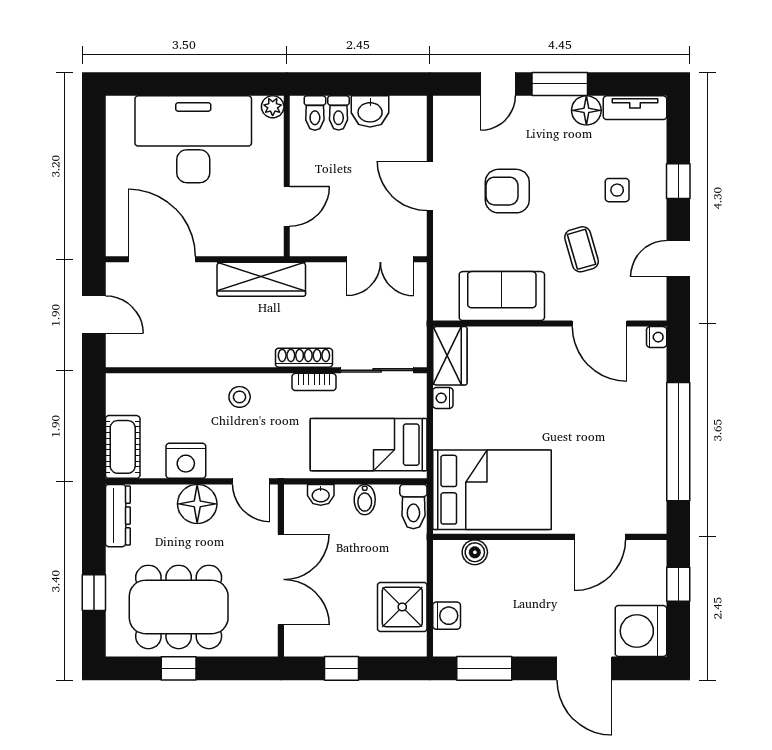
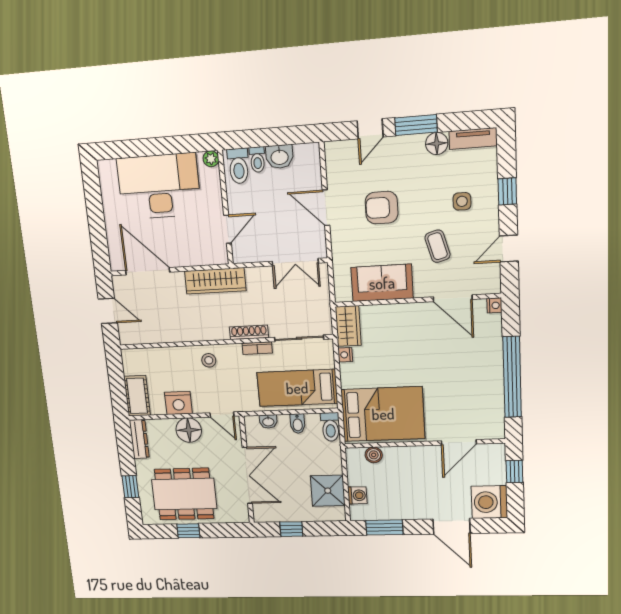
toilet: (315, 113) -> (238, 166), width x1.37, depth x1.39

